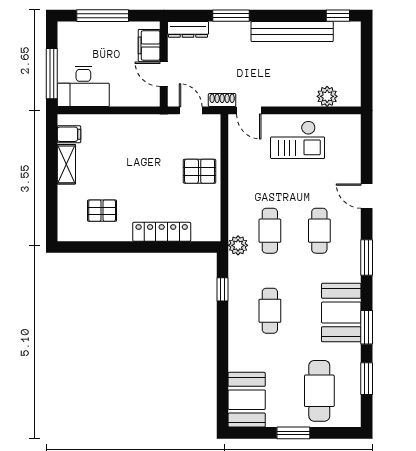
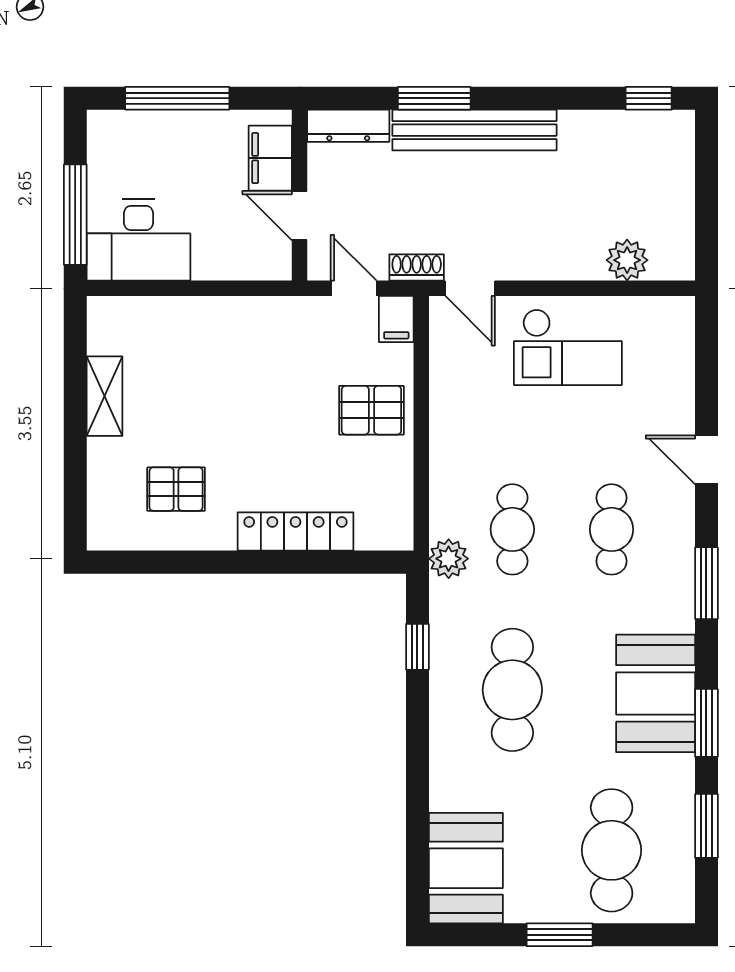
bench: (292, 31) -> (474, 130), moved
filing cabinet: (69, 134) -> (396, 319), moved, turned 90
cafe table: (270, 311) -> (512, 690), width x1.37, depth x1.35

